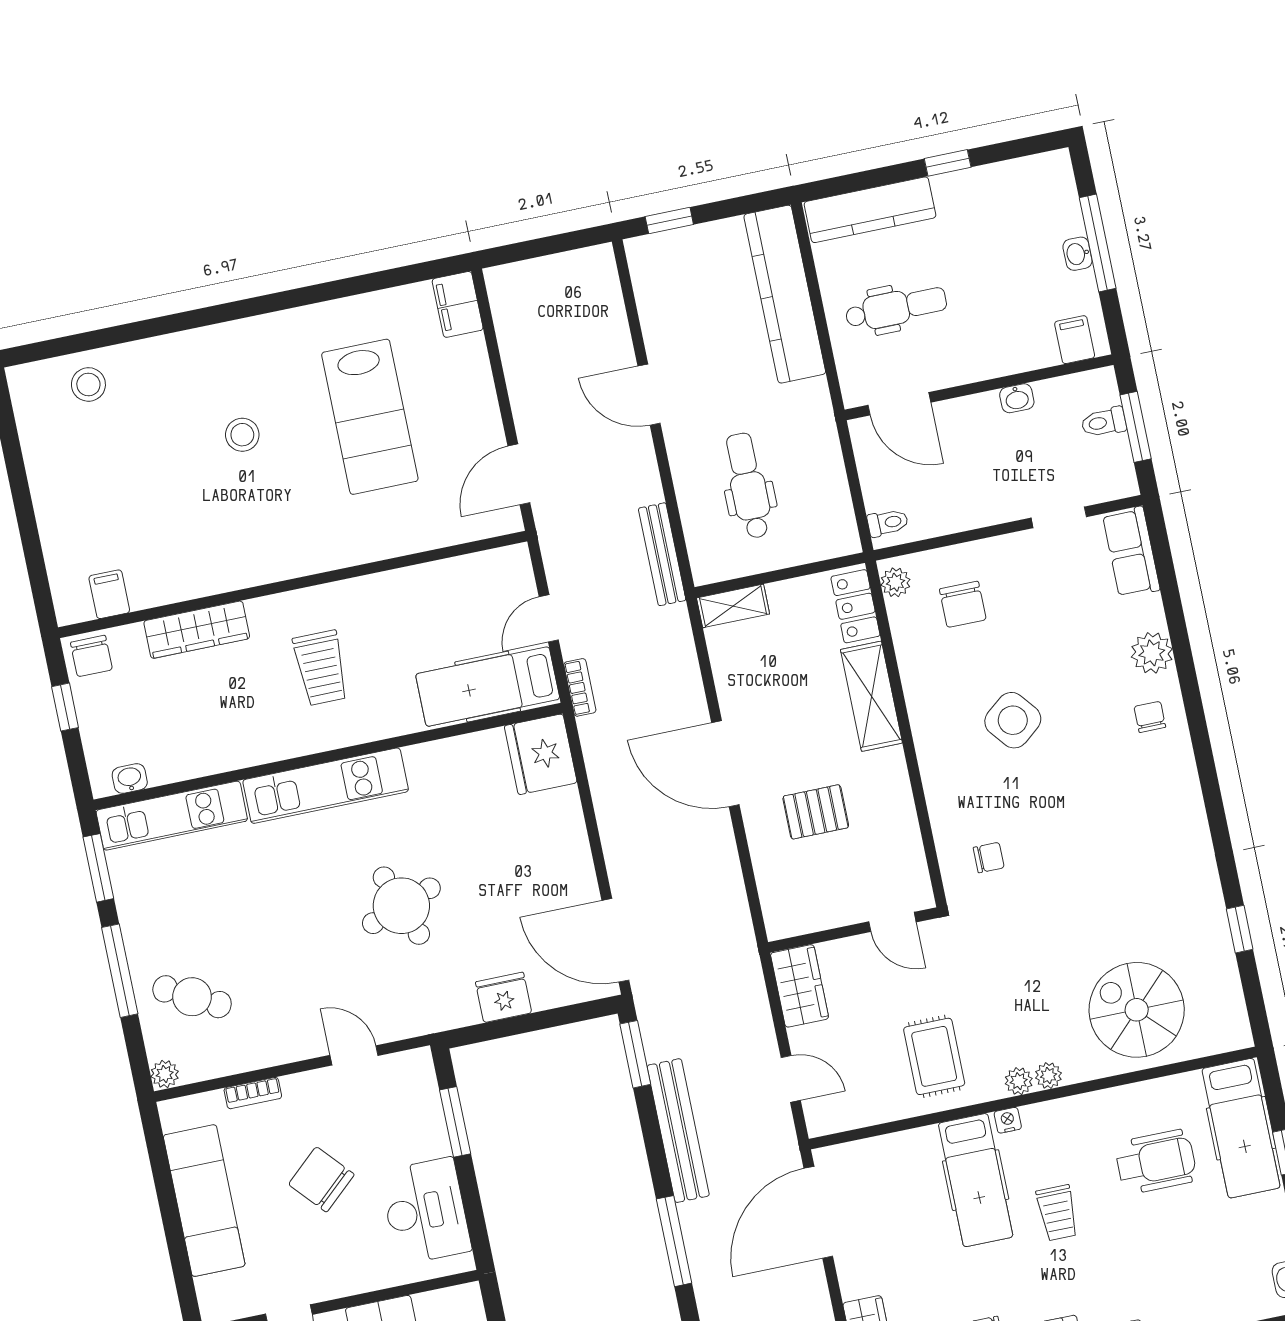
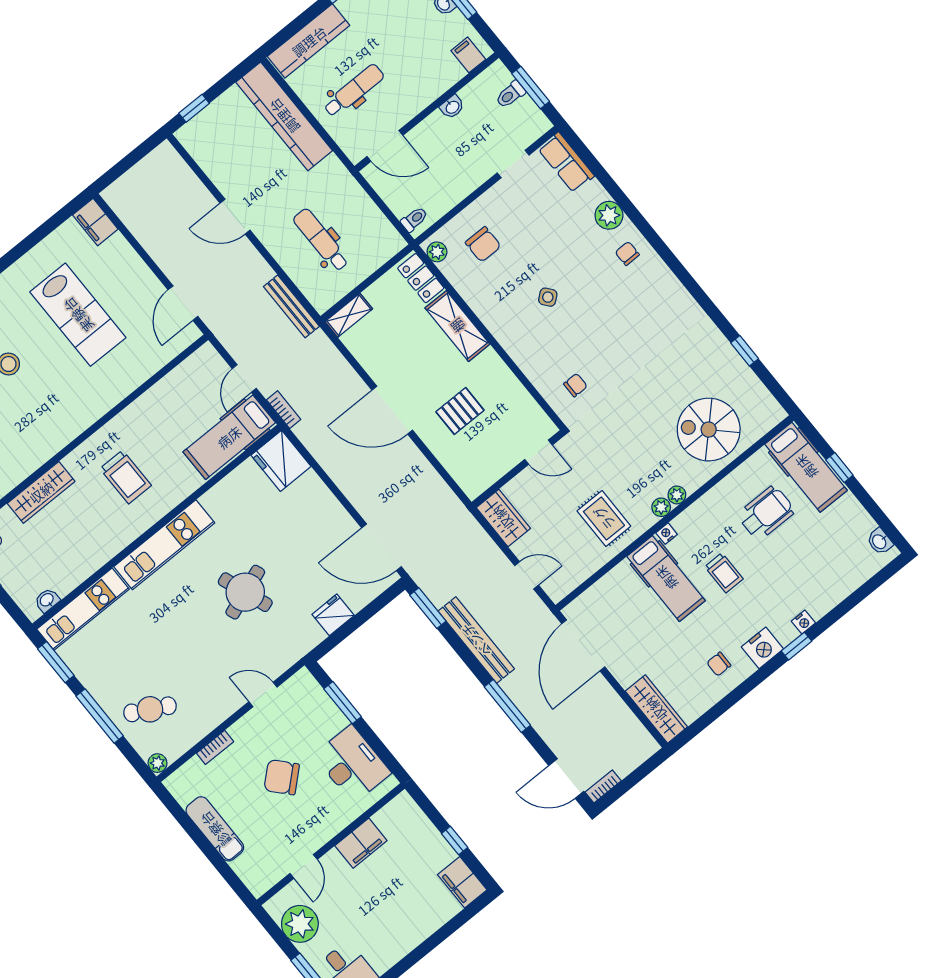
side table: (1013, 720) -> (548, 297), width x0.54, depth x0.54
exam couch: (204, 1201) -> (215, 829), width x0.73, depth x0.69

